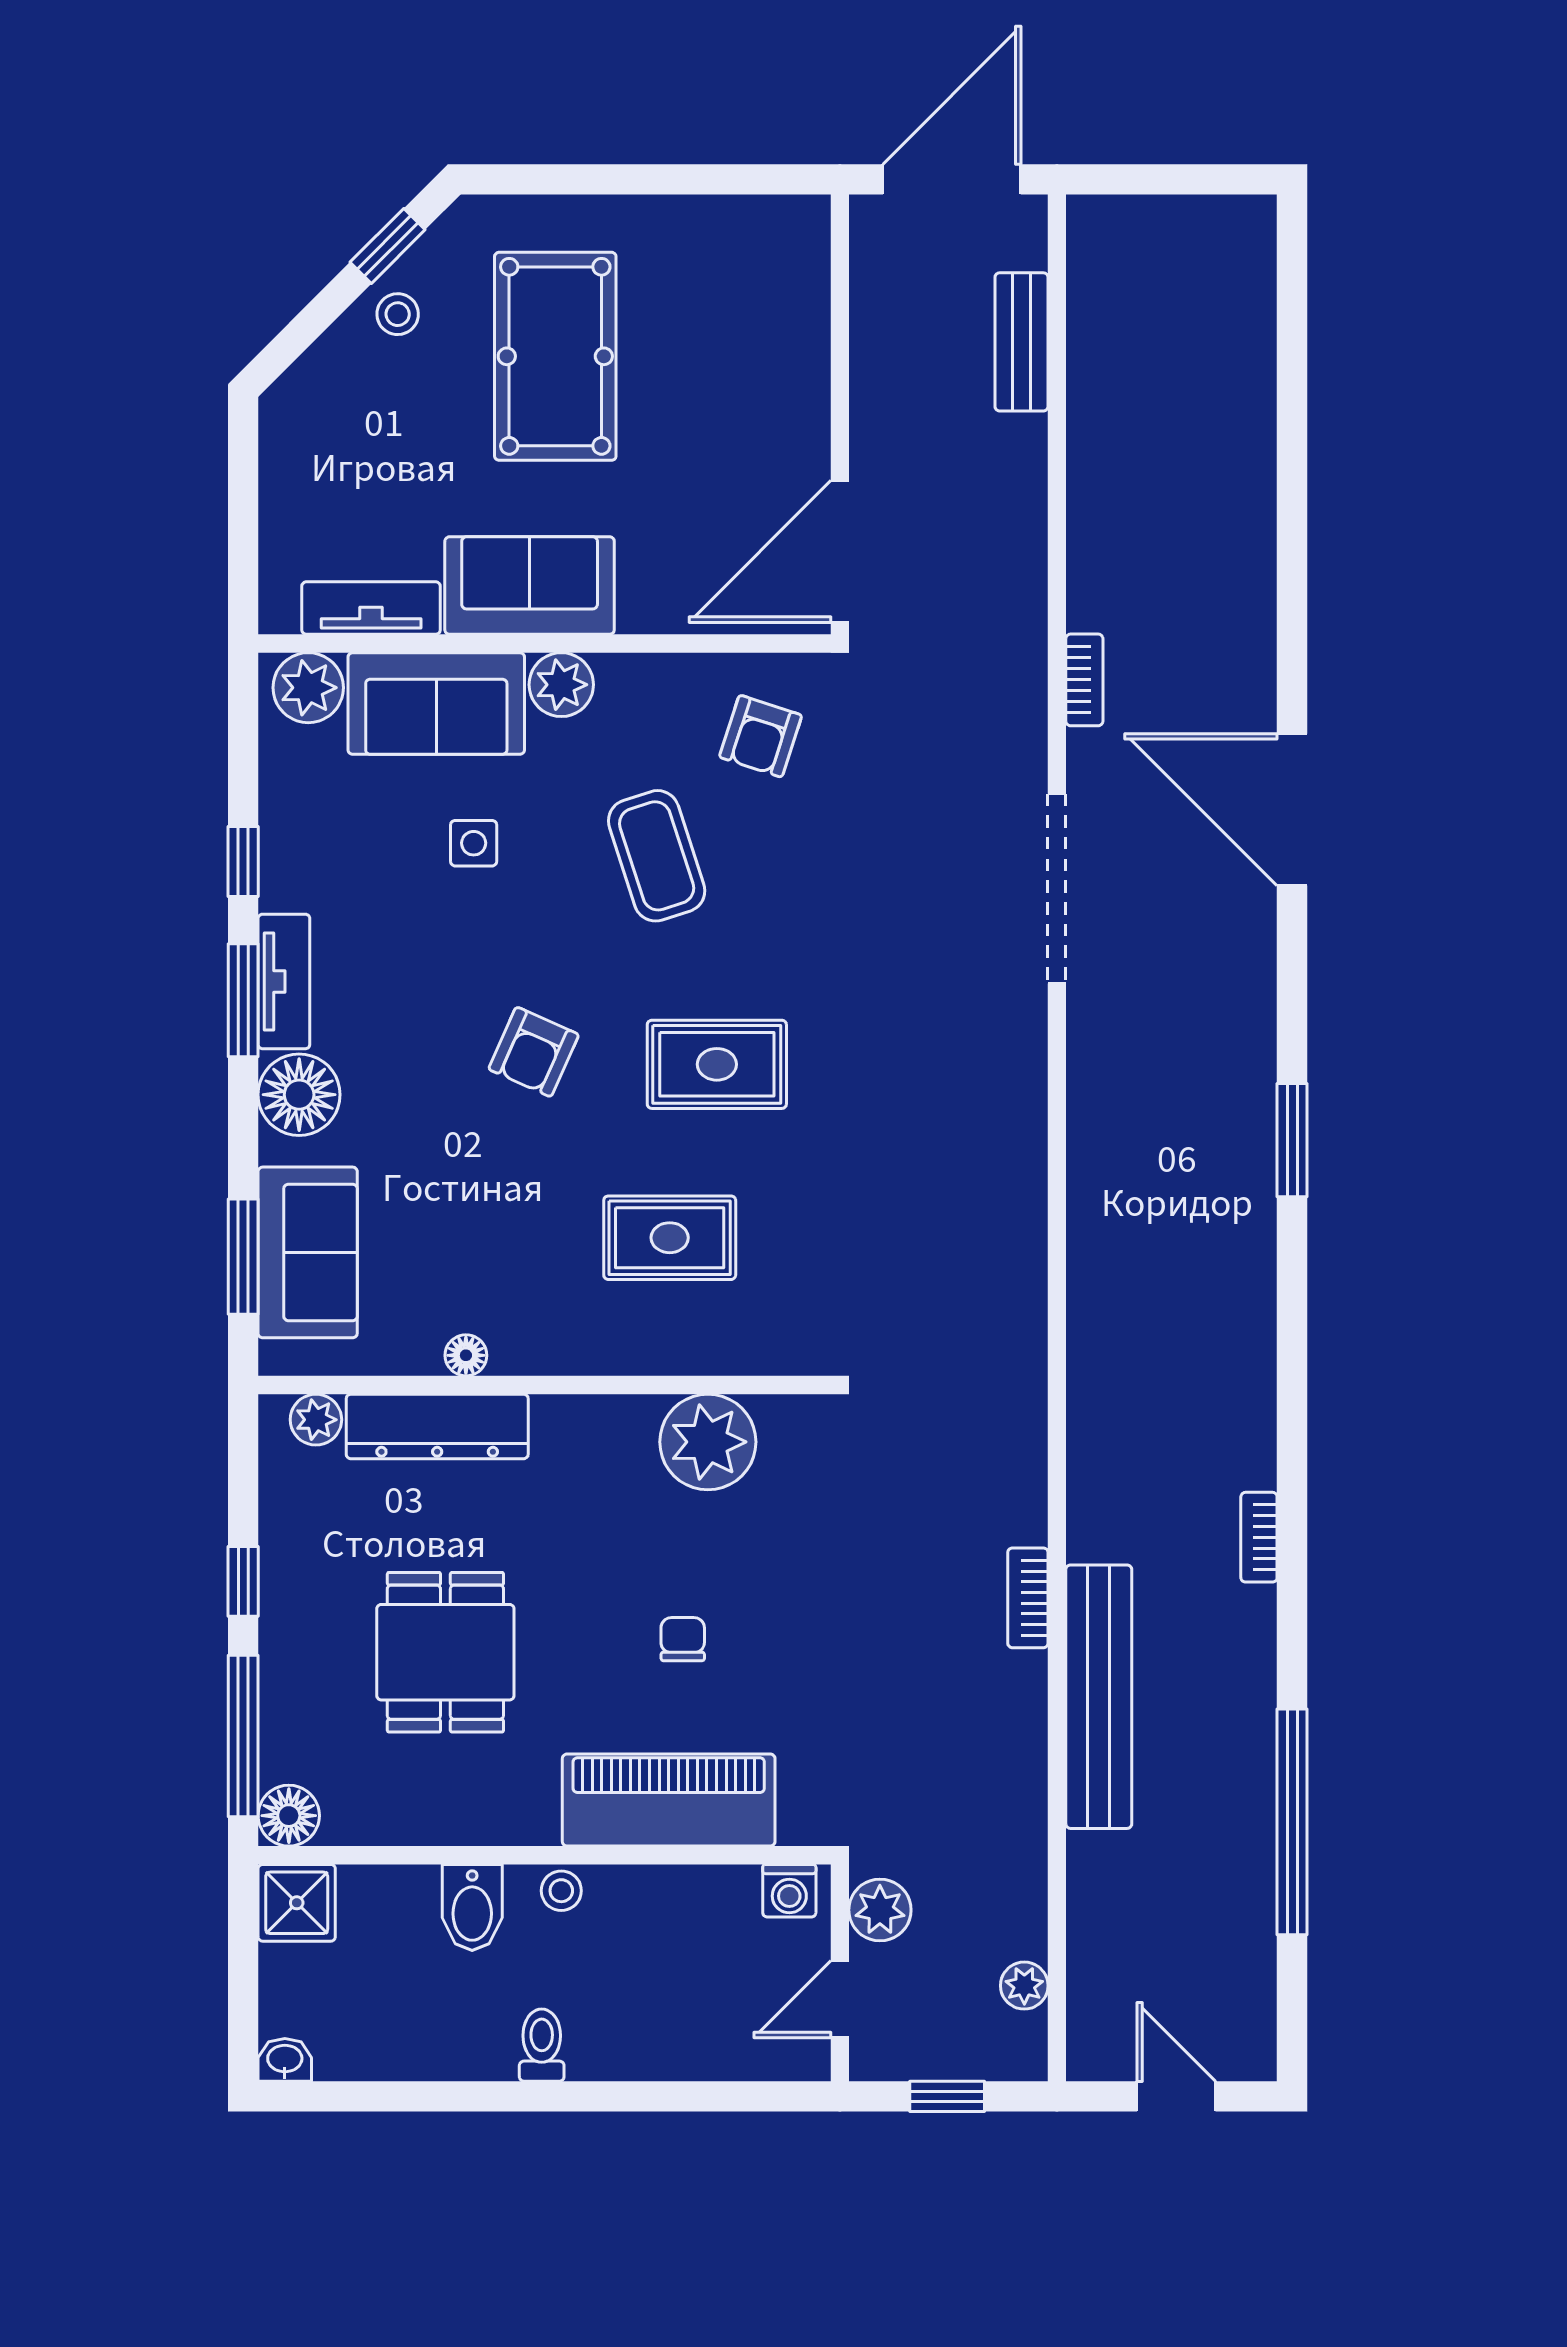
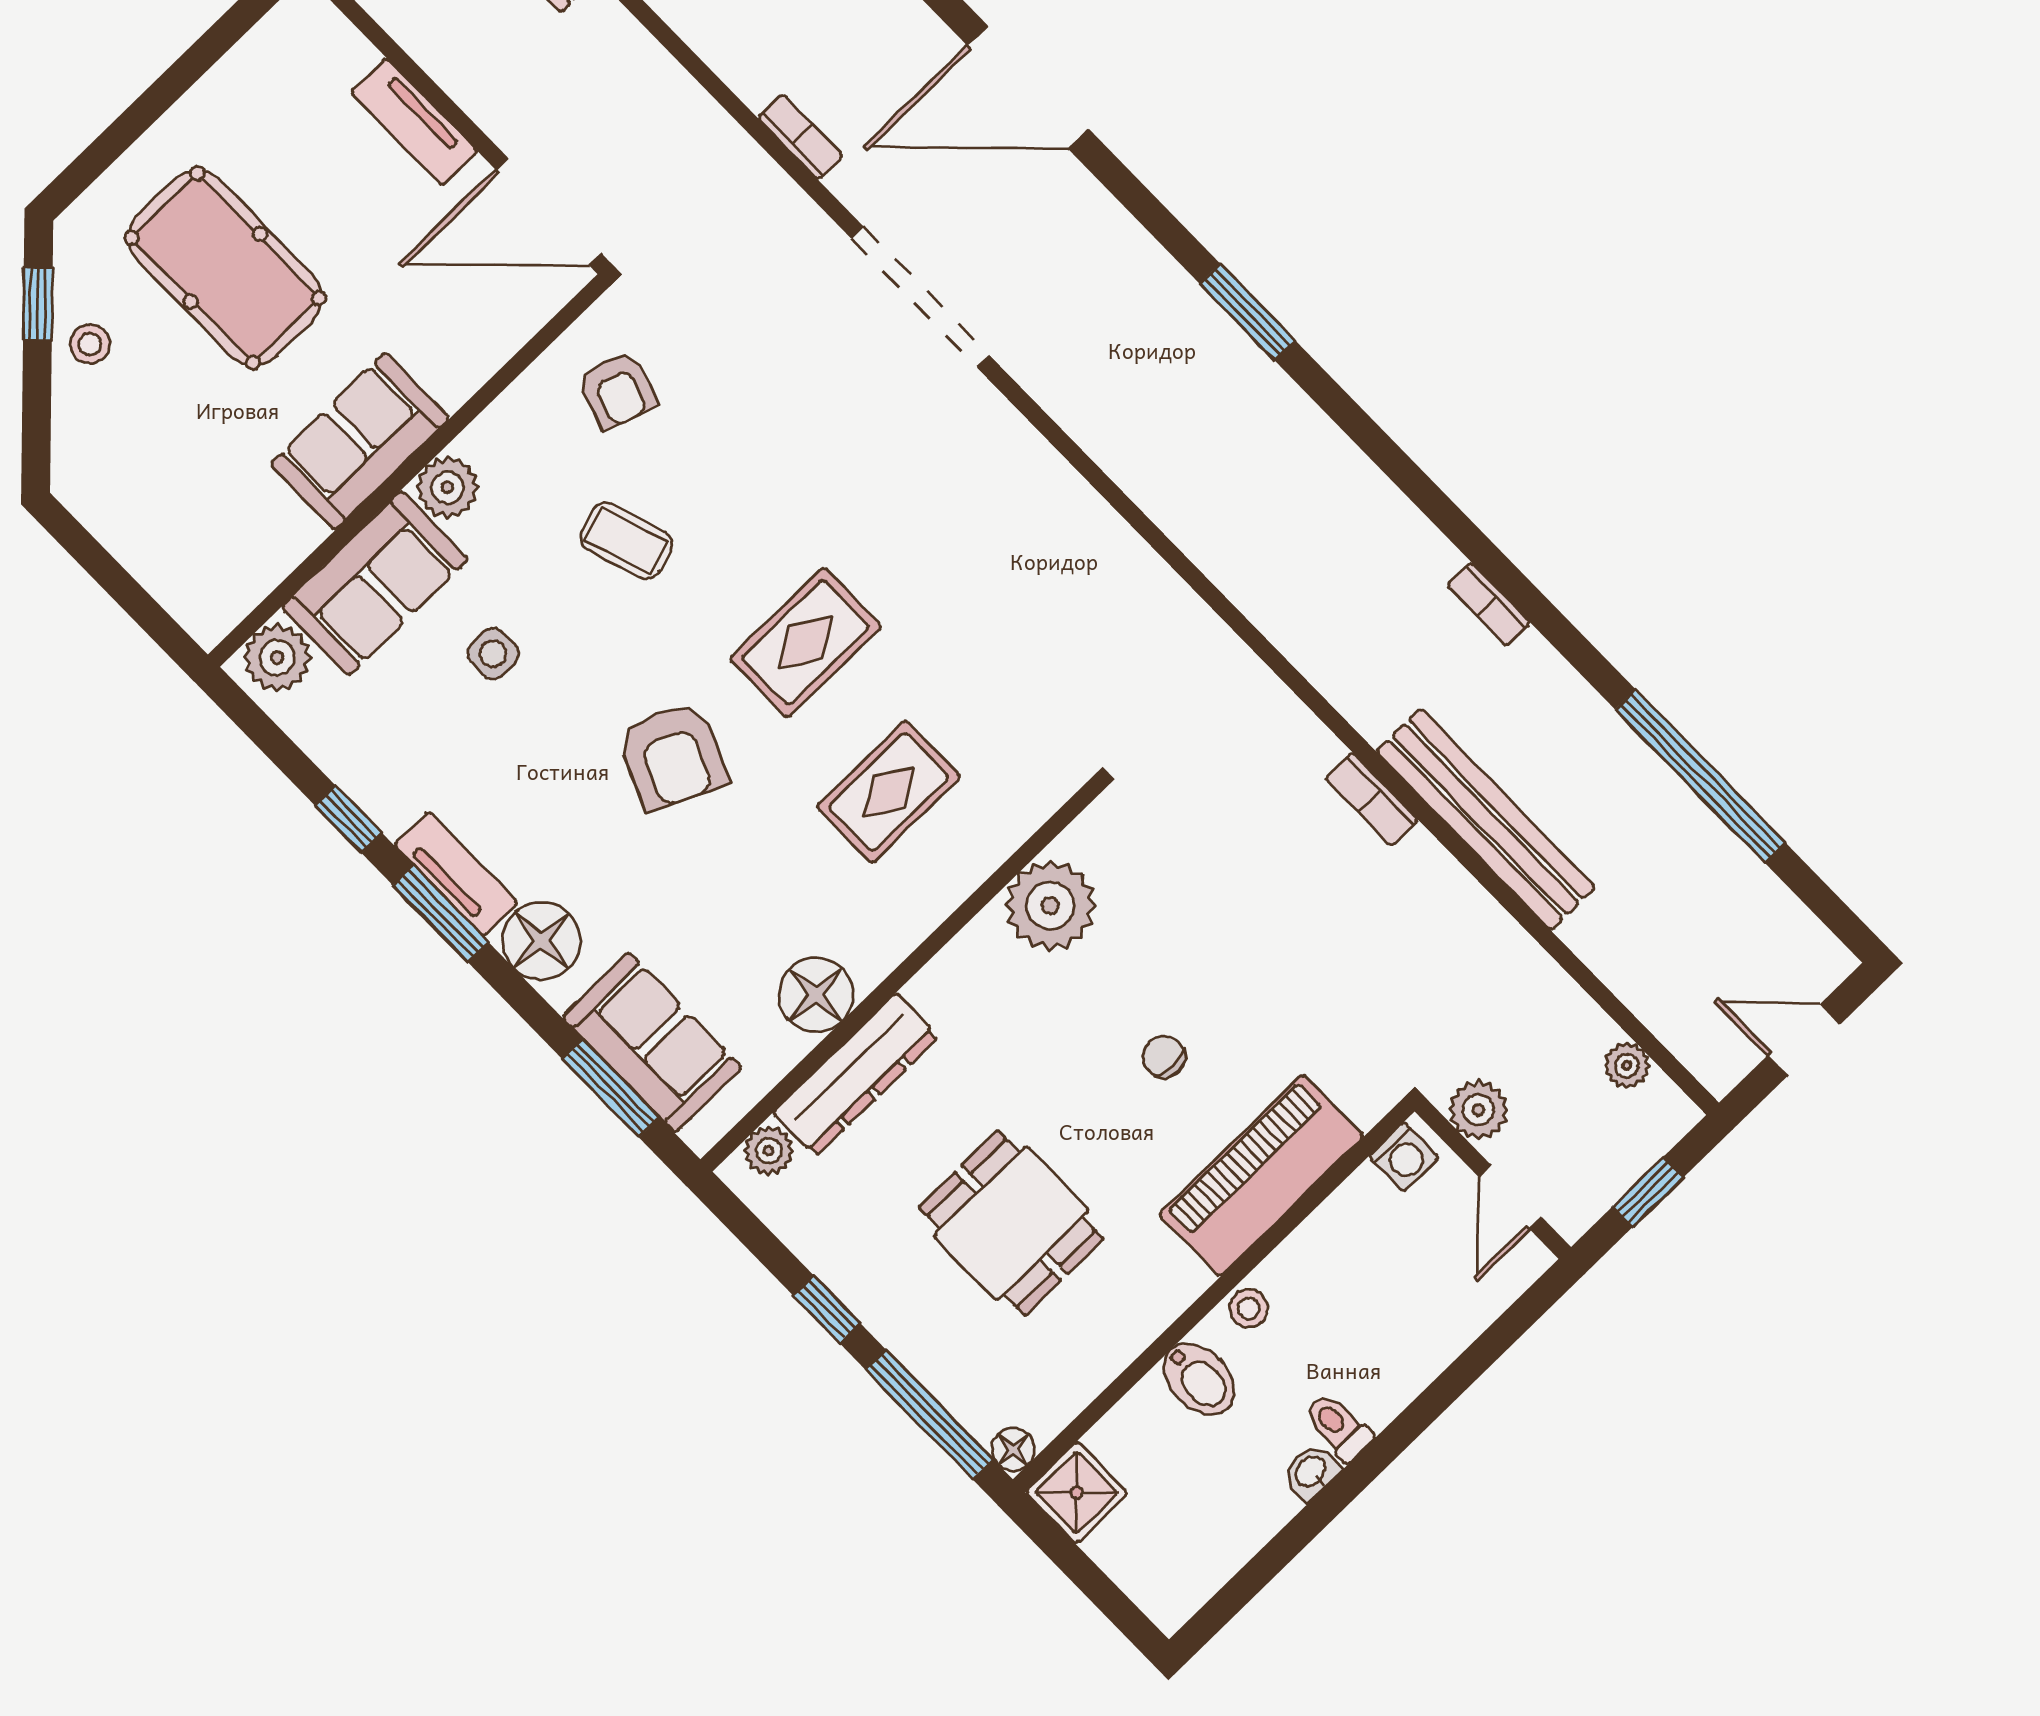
door: (840, 551) -> (549, 212), hinge flipped
tv unit: (371, 608) -> (414, 122), moved, turned -90
coffee table: (657, 856) -> (626, 541), width x0.73, depth x0.77
armchair: (534, 1052) -> (673, 756), width x1.38, depth x1.38
floor lamp: (466, 1355) -> (816, 995), width x1.89, depth x1.89
floor lamp: (289, 1816) -> (1013, 1449), width x0.73, depth x0.73
washbasin: (285, 2060) -> (1311, 1472), moved

